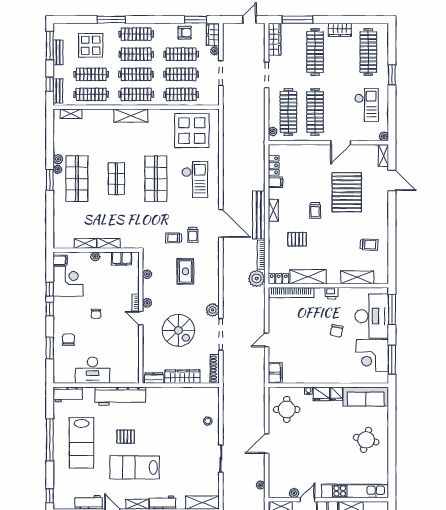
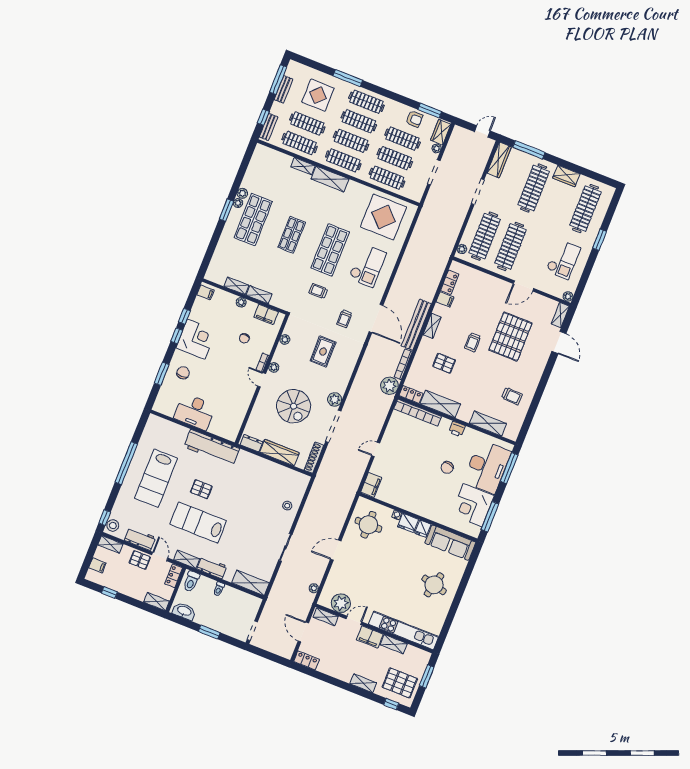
shelving: (71, 114) -> (303, 166), moved
trolley: (174, 238) -> (318, 291), moved
corner desk: (68, 281) -> (196, 339), moved
chair: (96, 314) -> (244, 338), moved
workbench: (68, 394) -> (161, 426), removed
plant: (294, 493) -> (341, 603), width x1.87, depth x1.87
stool: (60, 500) -> (113, 525), added

